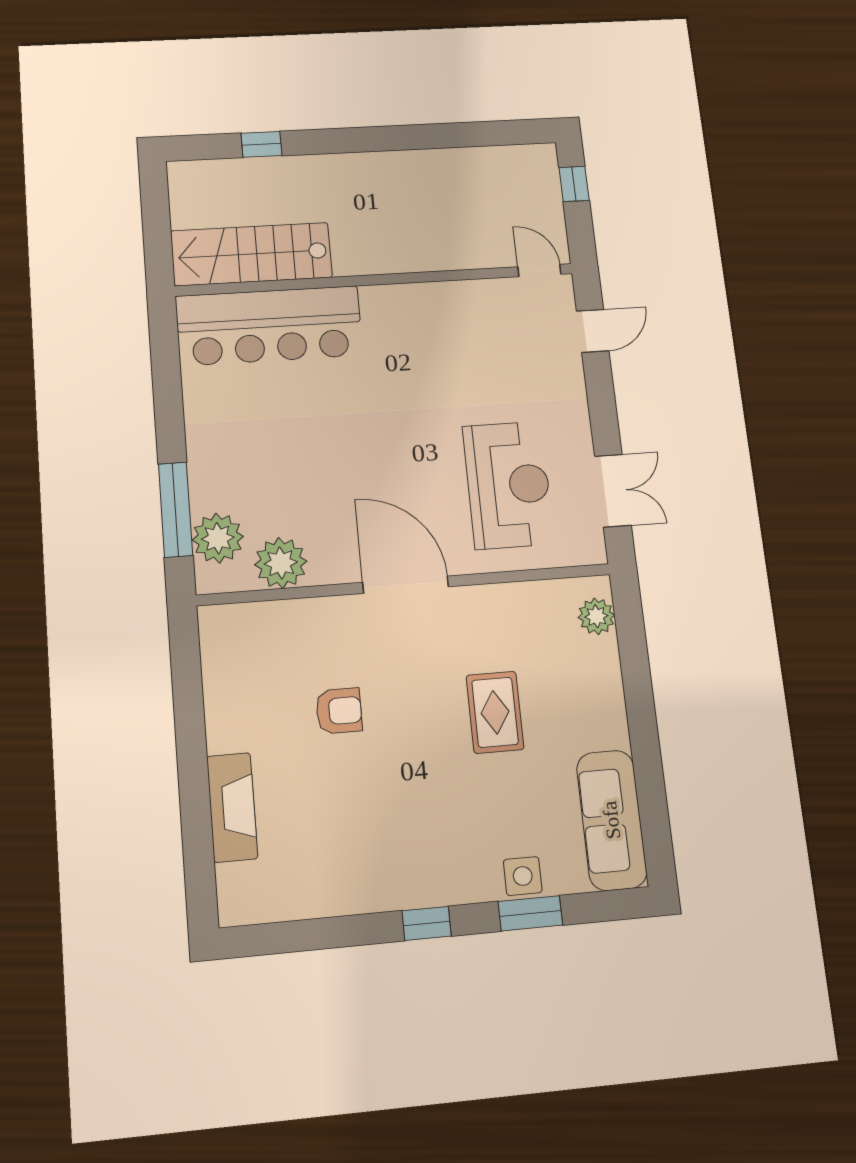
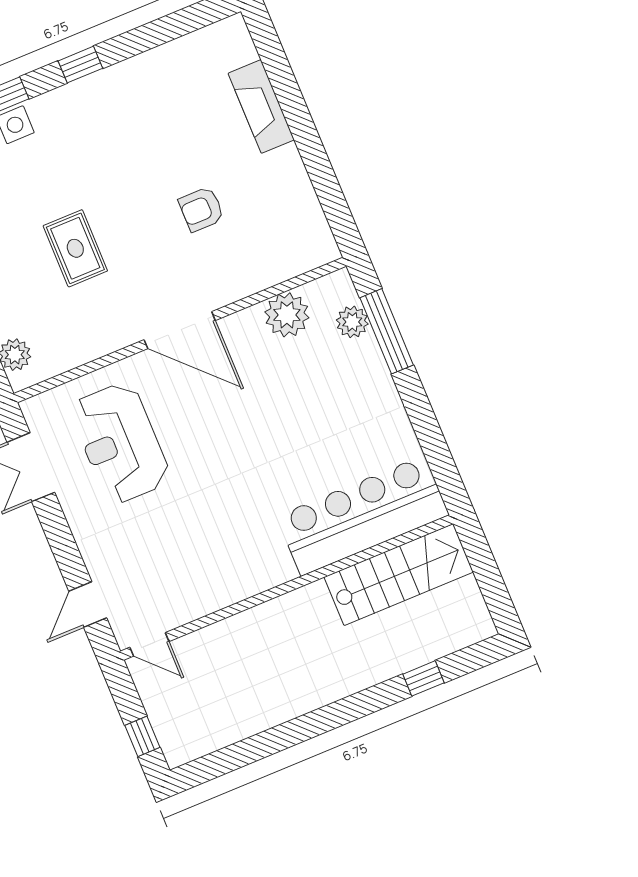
plant: (218, 538) -> (352, 322), width x0.73, depth x0.73

